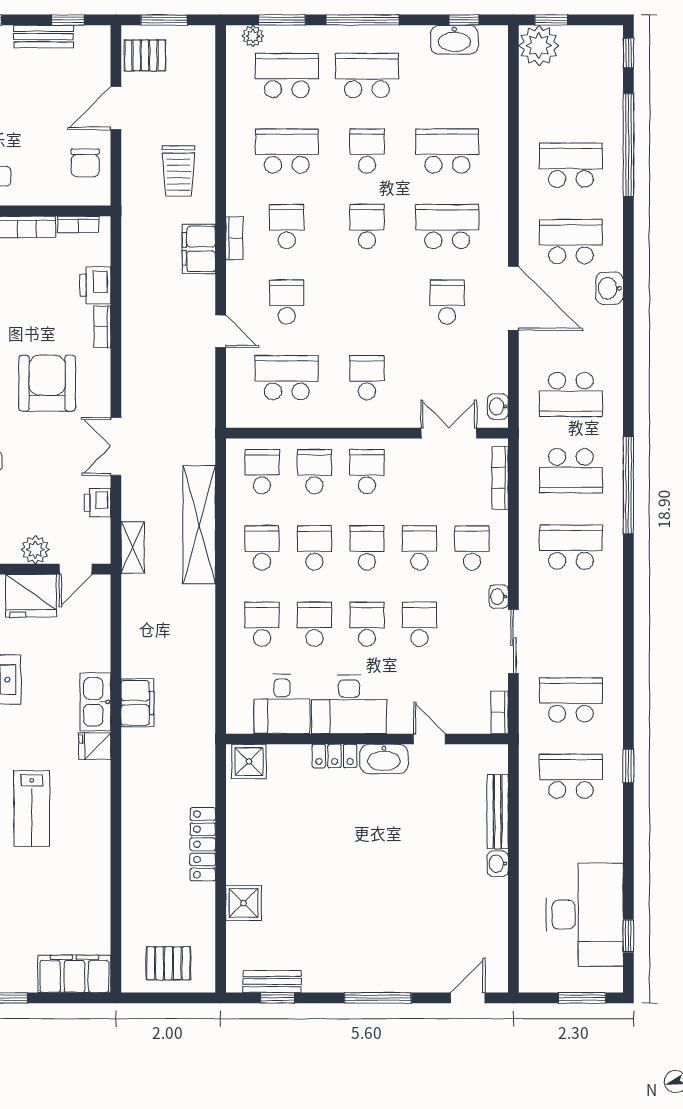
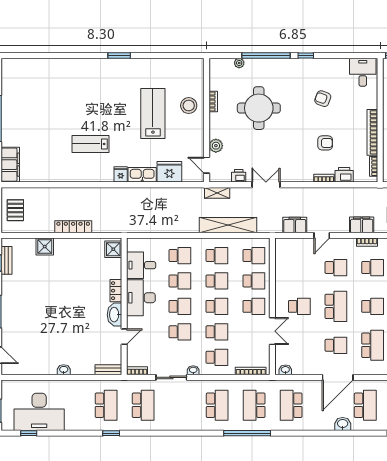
school desk: (287, 378) -> (336, 306), moved
armchair: (47, 383) -> (325, 143), moved, width x0.53, depth x0.53
double door: (449, 433) -> (272, 331), moved
fridge: (31, 596) -> (169, 172), moved, turned 90
filing cabinet: (137, 703) -> (295, 225), moved, turned 180
bench: (498, 811) -> (108, 370), moved, width x0.73

